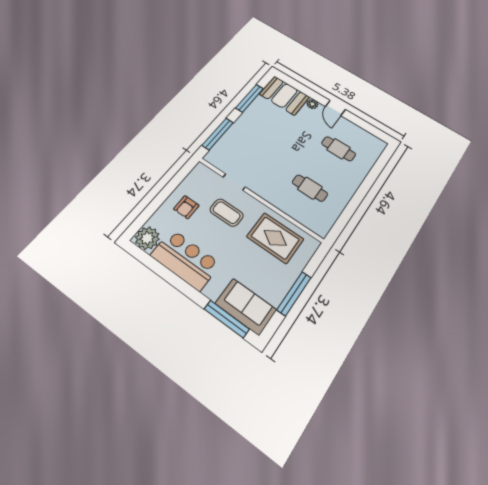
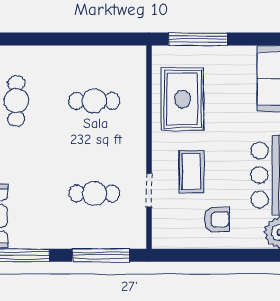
cafe table: (255, 153) -> (94, 194), added
cafe table: (310, 188) -> (94, 101), turned 90
window: (294, 294) -> (198, 39), moved

